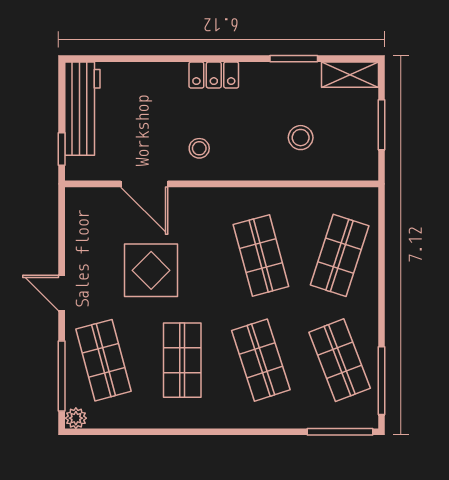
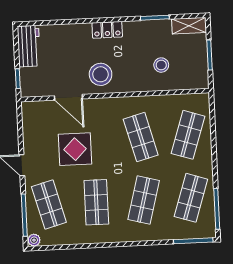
workbench: (82, 109) -> (29, 46), width x0.73
stool: (199, 148) -> (101, 74), width x1.89, depth x1.89
shop shelf: (261, 360) -> (144, 200), turned 33
shop shelf: (340, 360) -> (191, 198), turned 39

